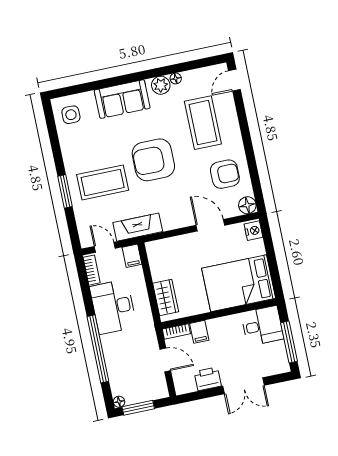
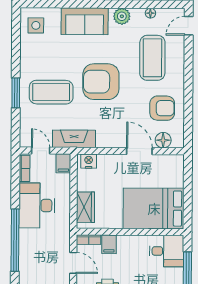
floor lamp: (176, 78) -> (150, 13), moved
floor lamp: (247, 205) -> (163, 140), moved
nightstand: (253, 231) -> (89, 161), moved, turned -90

